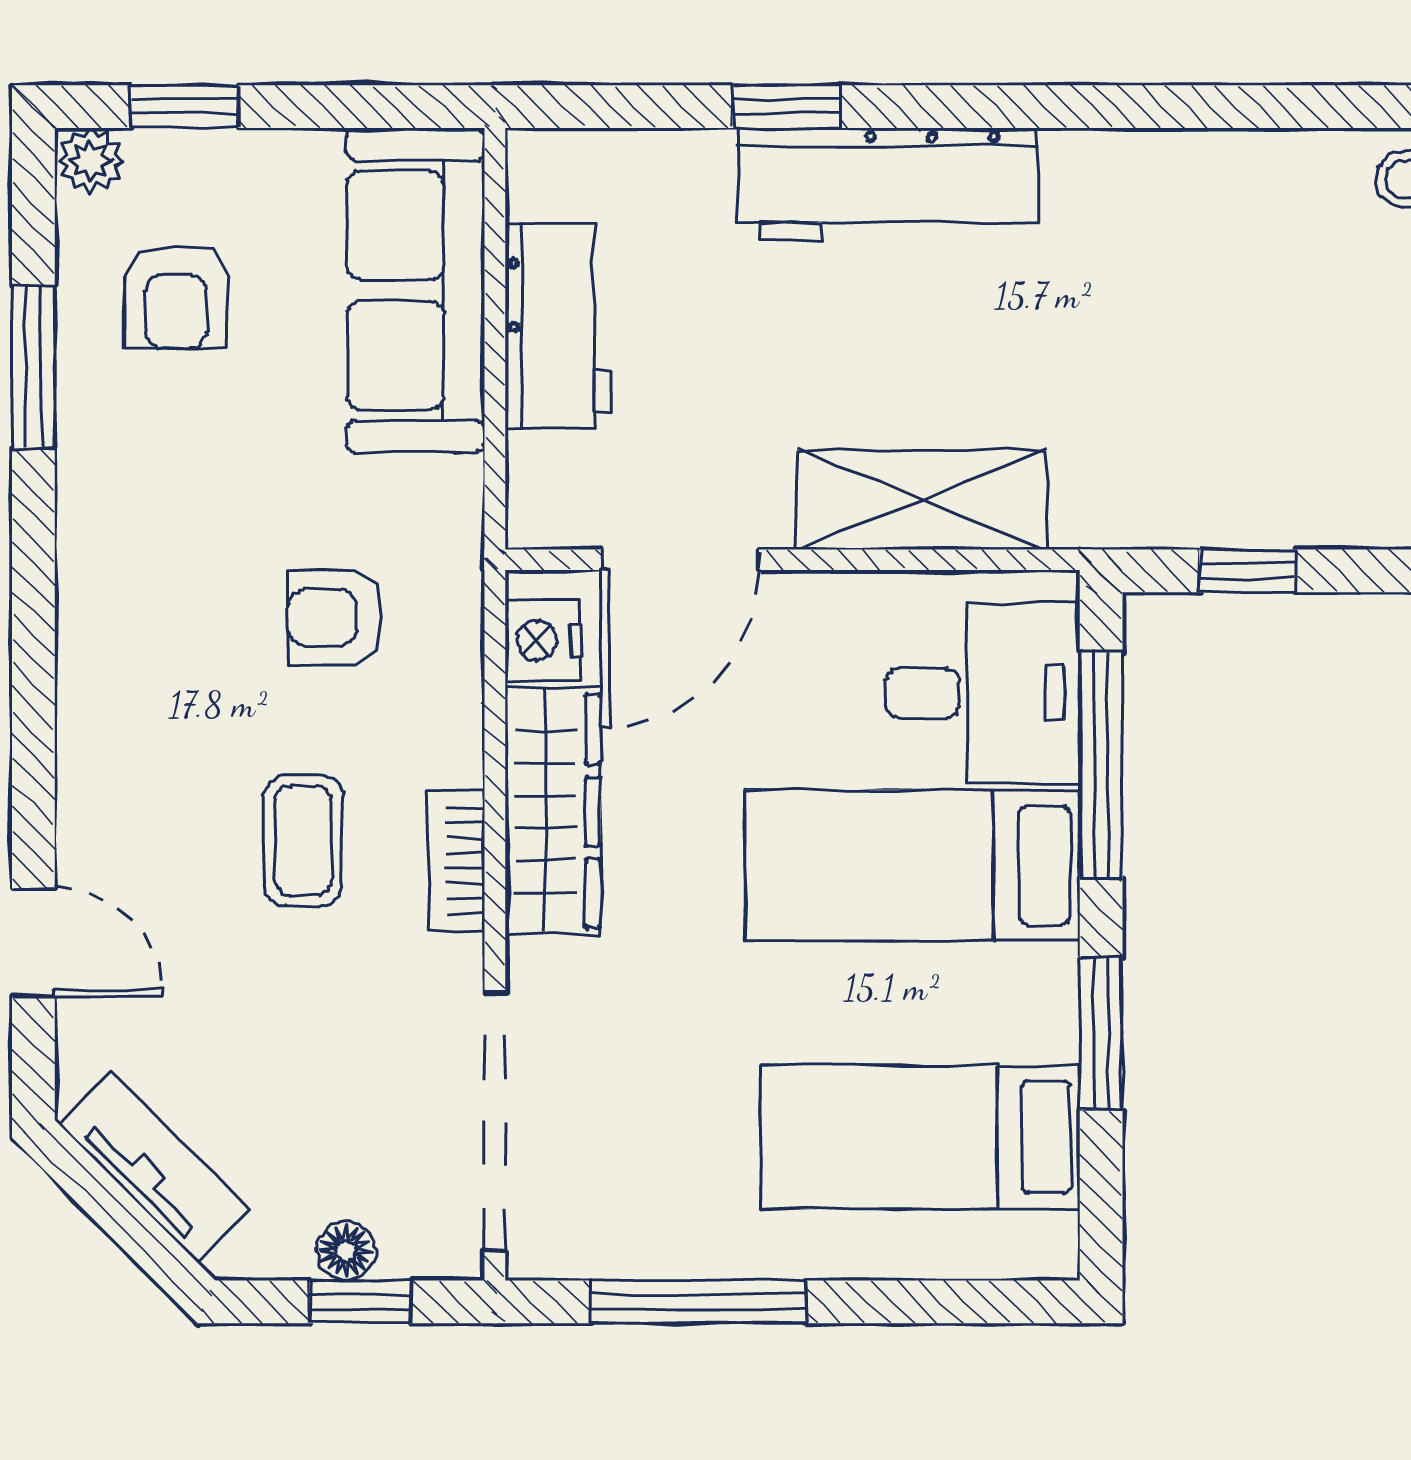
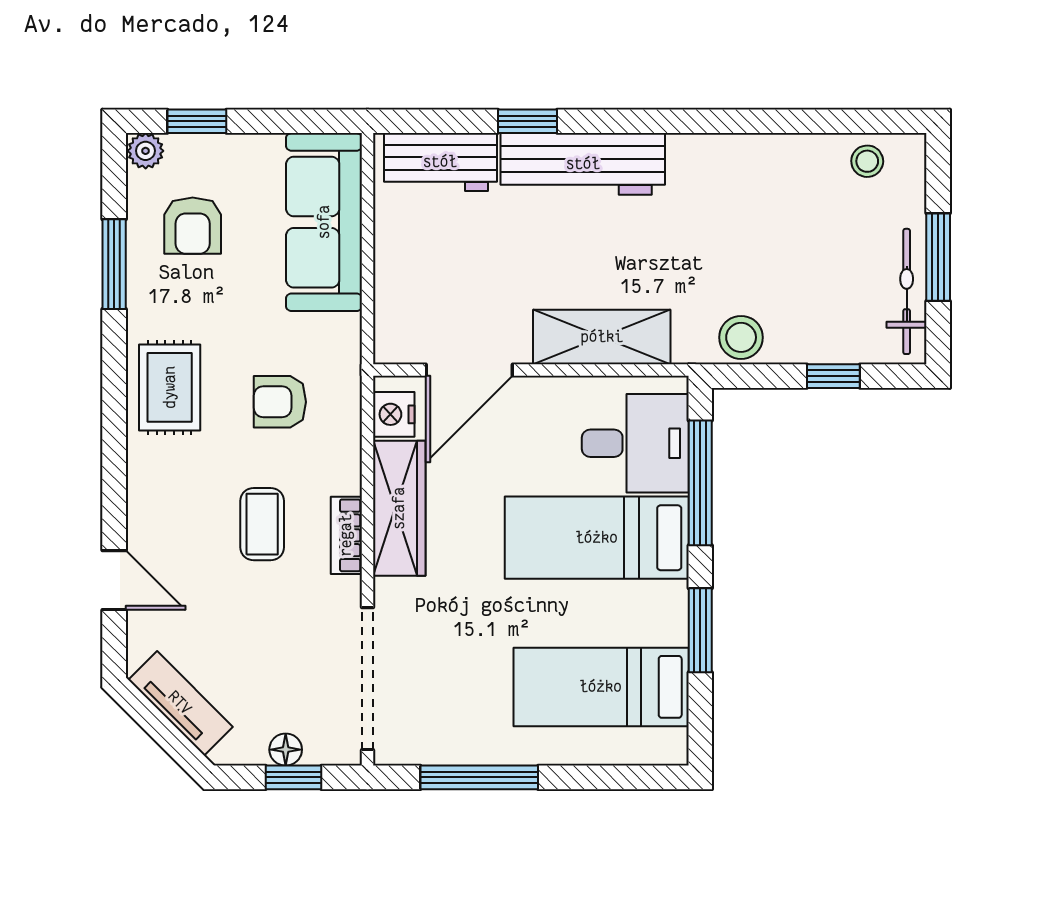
workbench: (558, 326) -> (440, 162), moved, turned 90
stool: (1175, 500) -> (741, 337), added
window: (1248, 571) -> (833, 376), moved
rug: (135, 591) -> (170, 387), added

